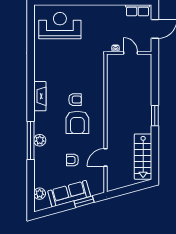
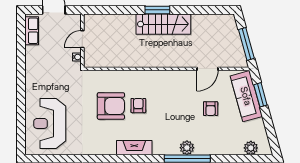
armchair: (77, 122) -> (111, 106), moved
door: (106, 157) -> (207, 69), hinge flipped
stairs: (143, 157) -> (163, 24), moved
window: (126, 190) -> (246, 44), added
sofa: (69, 194) -> (246, 96), moved

